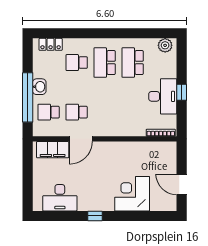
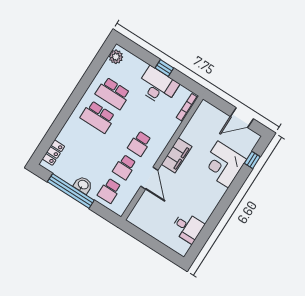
school desk: (77, 63) -> (140, 144), moved
window: (28, 97) -> (71, 191), moved
filing cabinet: (53, 150) -> (177, 155), moved
desk: (60, 198) -> (187, 227), width x0.73
window: (95, 216) -> (252, 160), moved

